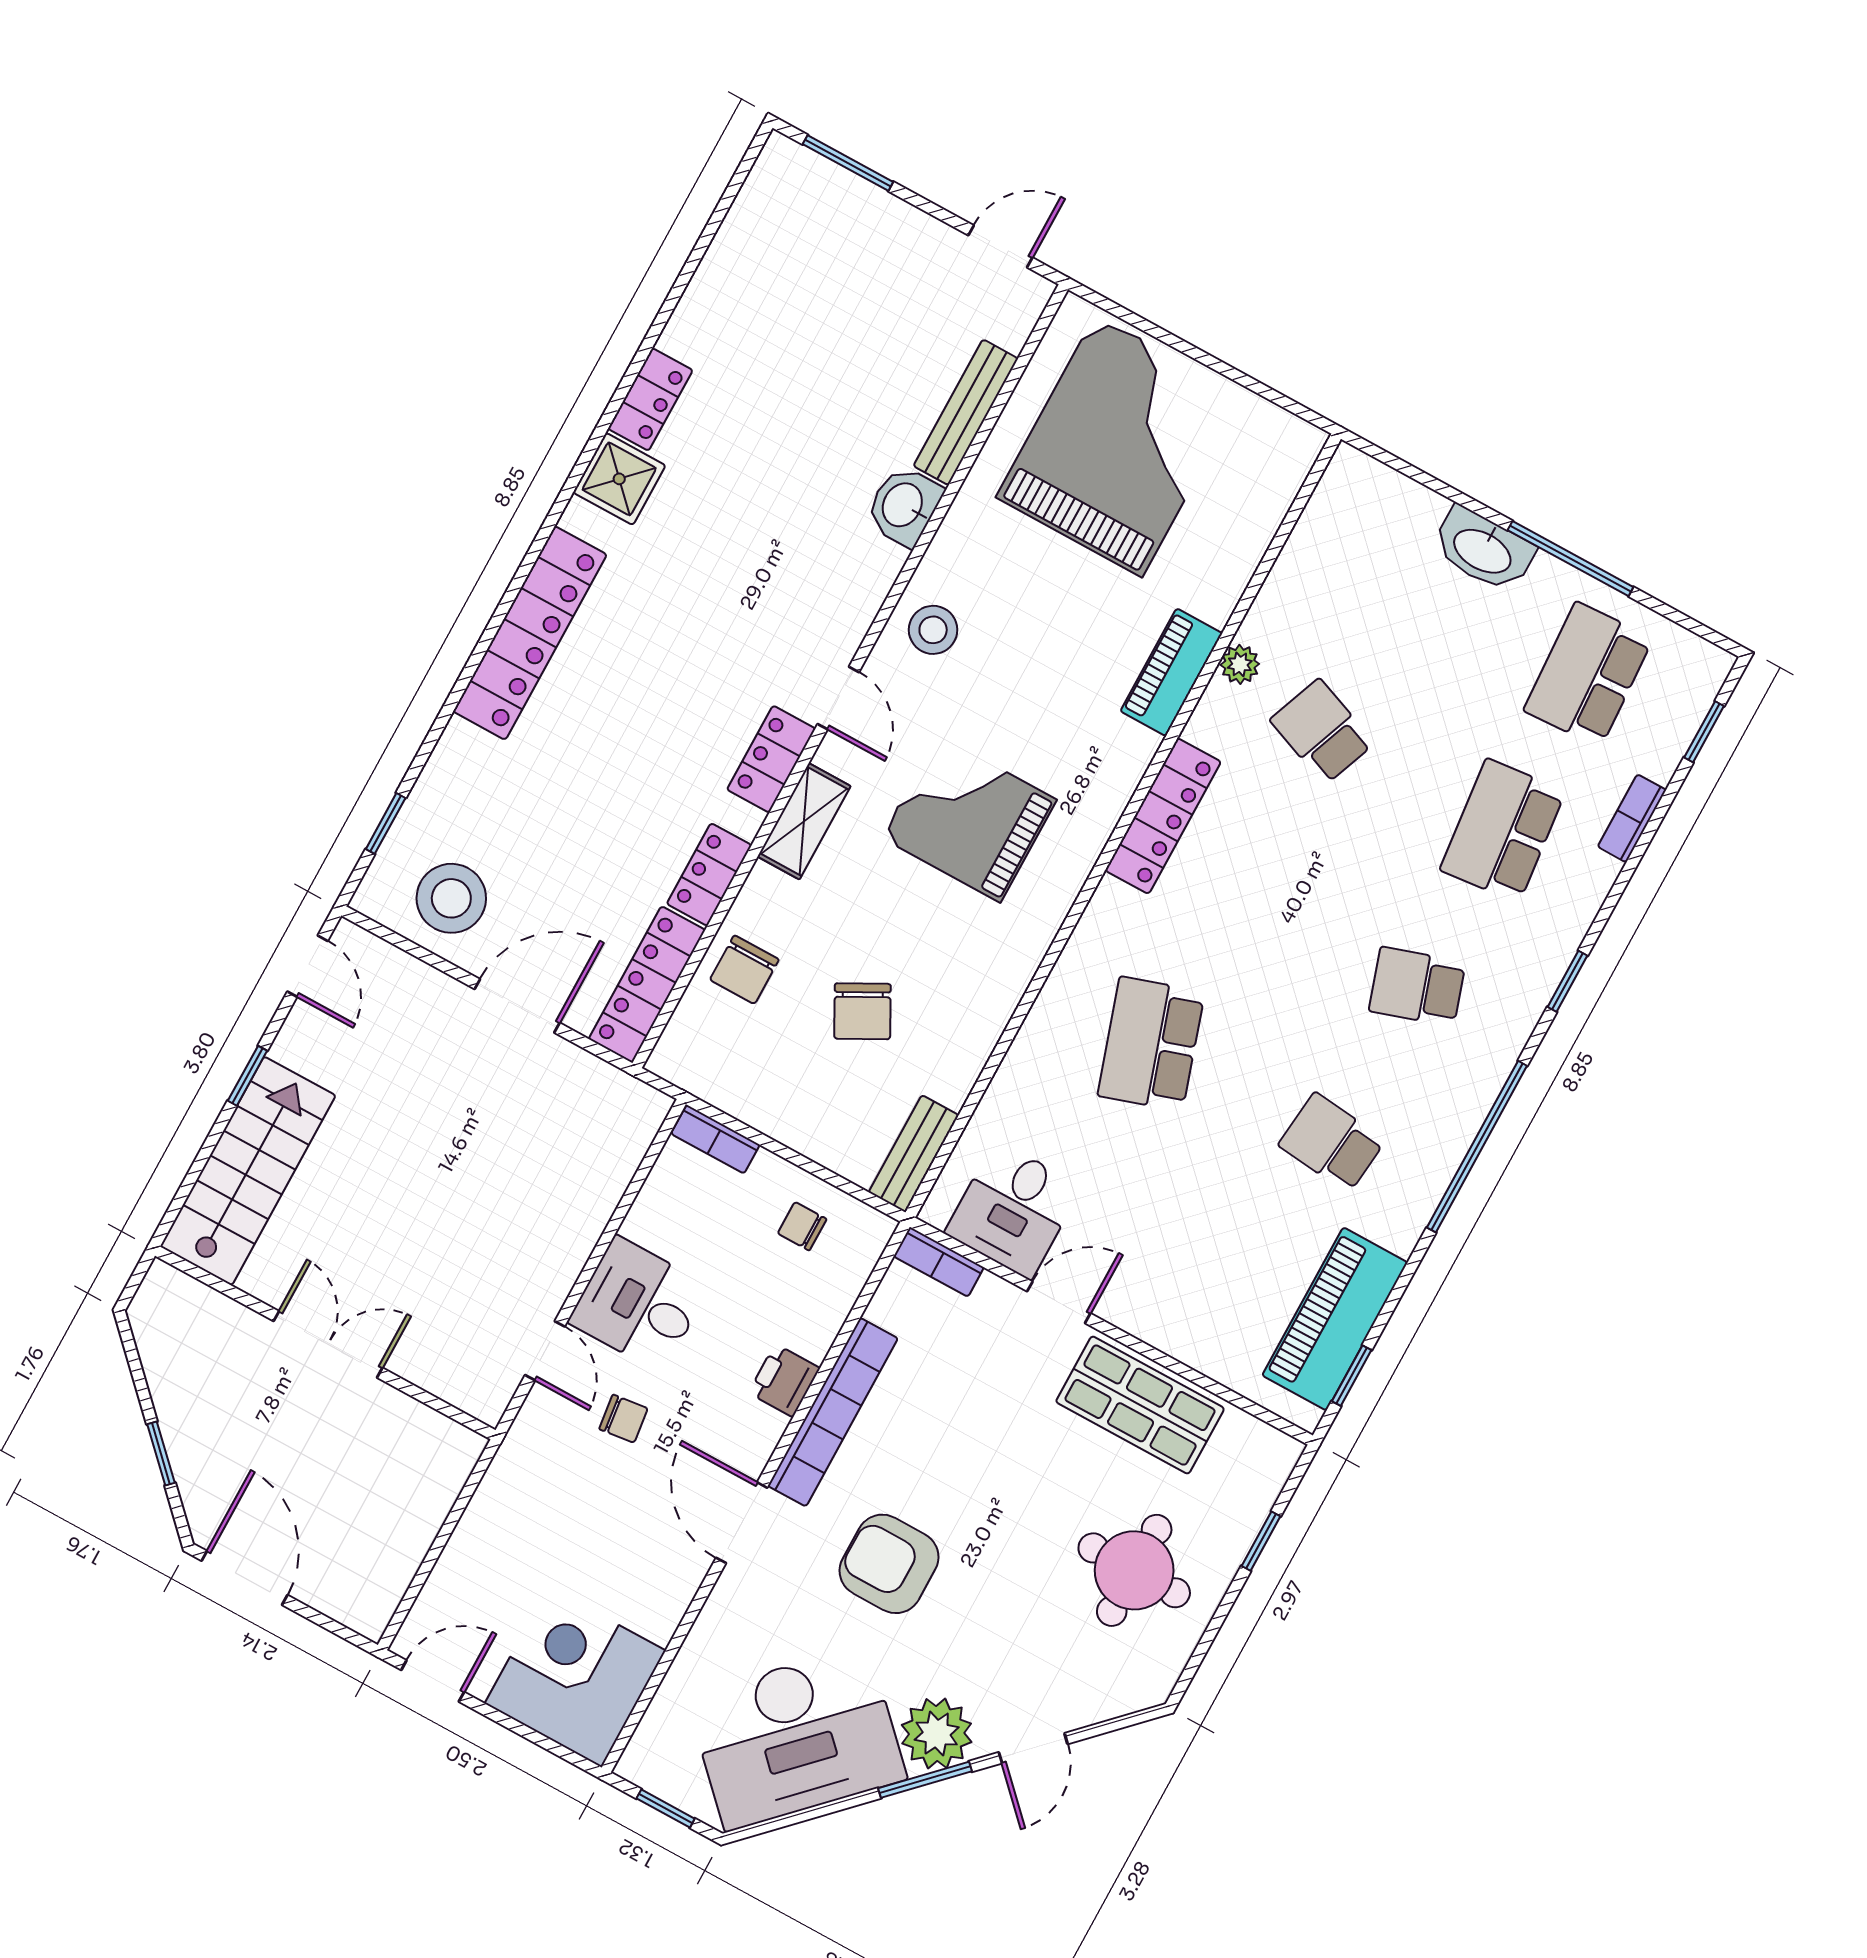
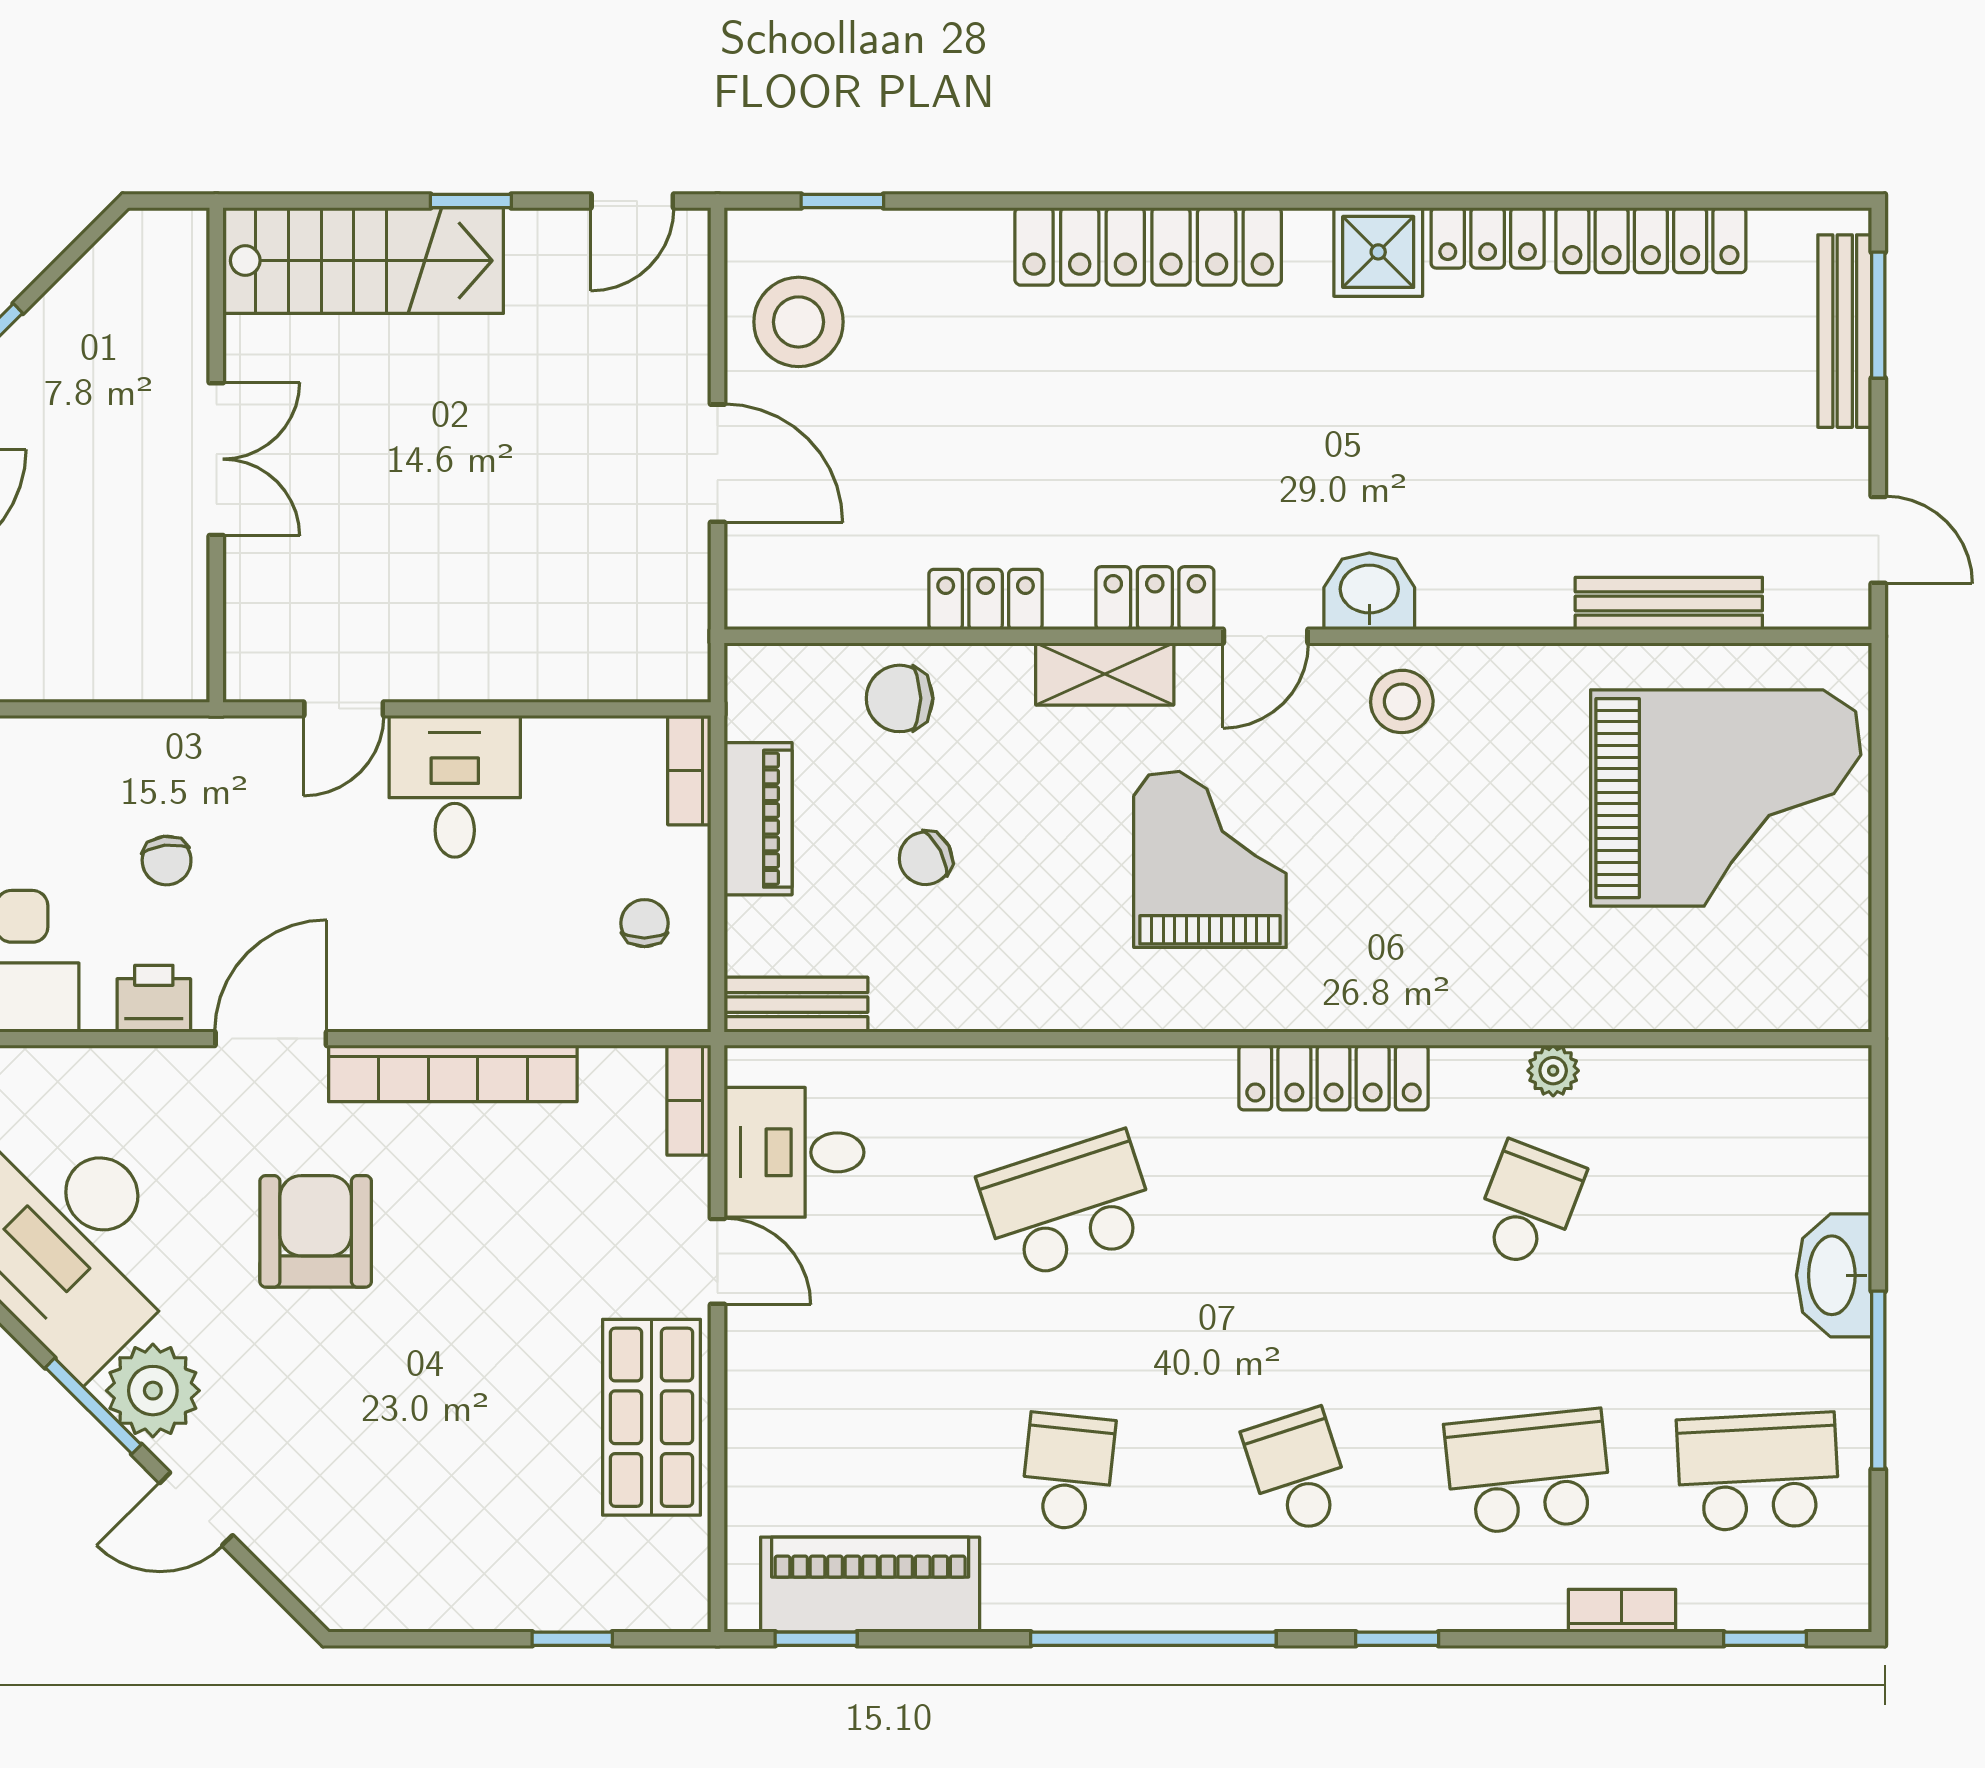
bench: (846, 192) -> (1845, 331), added
washbasin: (904, 506) -> (1369, 591), moved
piano: (1171, 672) -> (758, 819), moved, turned 90
locker: (647, 984) -> (1651, 240), moved, turned 180
chair: (862, 1011) -> (926, 858), width x0.73, depth x0.73
printer: (784, 1380) -> (154, 999), moved
chair: (623, 1419) -> (167, 861), moved
round table: (1134, 1570) -> (460, 1513), removed

